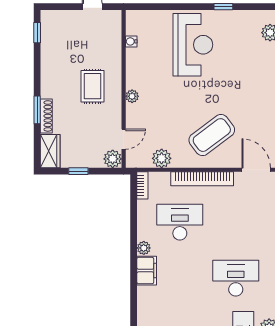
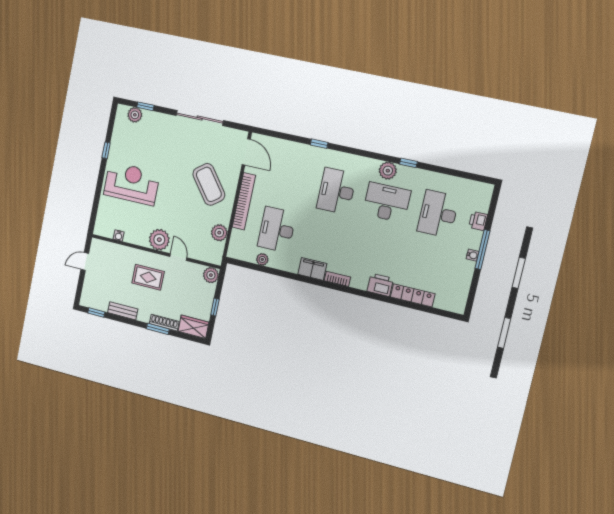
bench: (47, 64) -> (123, 311), added
plant: (132, 96) -> (159, 240), width x1.88, depth x1.88
door: (124, 139) -> (178, 257), moved
door: (256, 170) -> (246, 152), swing flipped
bookcase: (142, 185) -> (337, 279), moved
plant: (144, 248) -> (262, 259), moved

